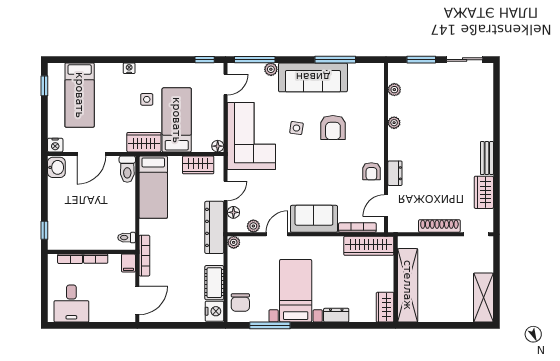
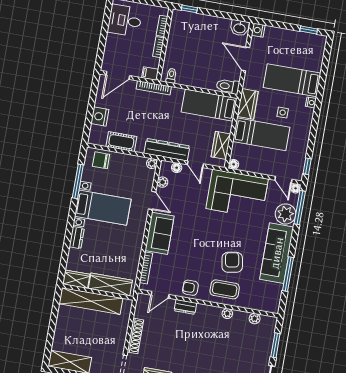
floor lamp: (233, 68) -> (296, 188), added
plant: (271, 69) -> (286, 214), width x1.88, depth x1.88
bed: (80, 95) -> (292, 80), moved
side table: (296, 128) -> (237, 232), removed
armchair: (333, 128) -> (232, 262), turned 80
coffee table: (366, 131) -> (225, 289), added
door: (386, 206) -> (160, 295), swing flipped
wardrobe: (369, 246) -> (110, 284), moved, turned 90
door: (137, 300) -> (118, 75), hinge flipped
nightstand: (214, 311) -> (100, 116), moved, turned 90

